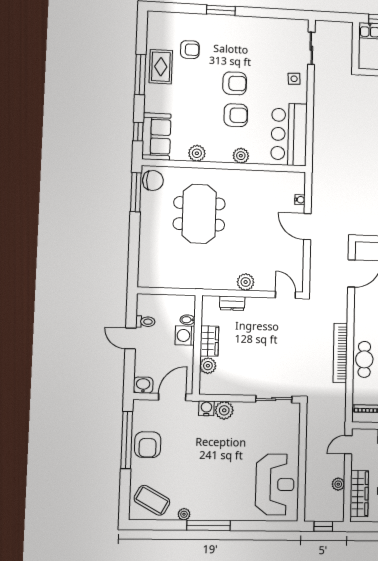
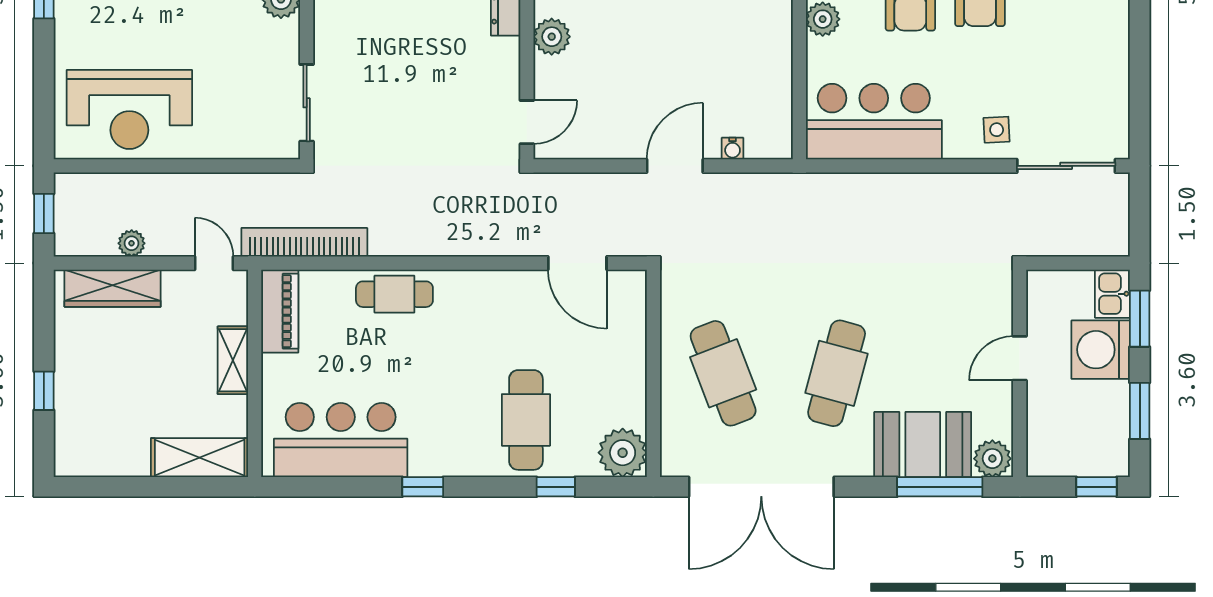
sliding door: (311, 48) -> (1066, 166), width x1.37
bookcase: (340, 353) -> (304, 242), moved

